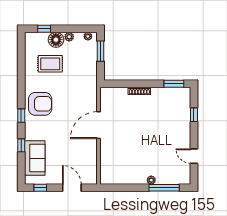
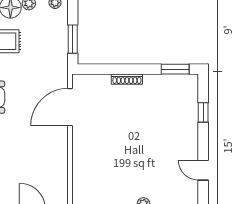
window: (101, 51) -> (73, 39), moved
door: (99, 125) -> (70, 107), moved

